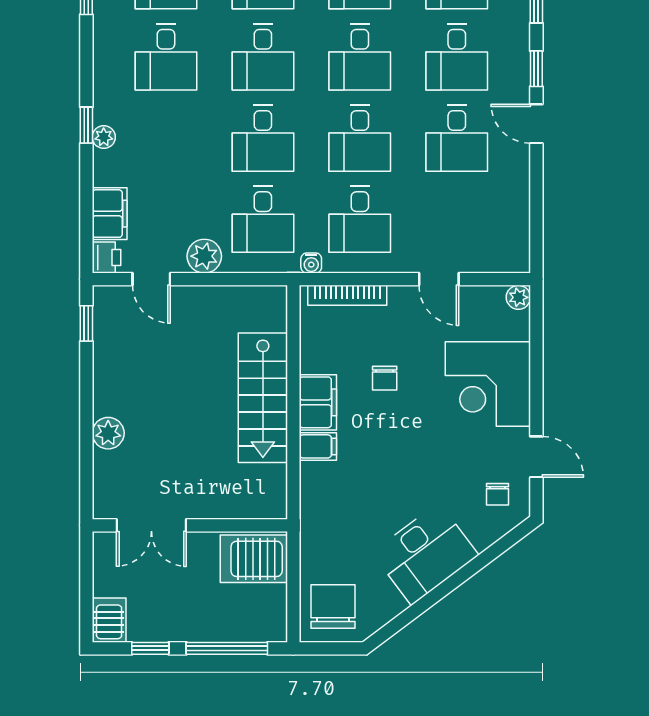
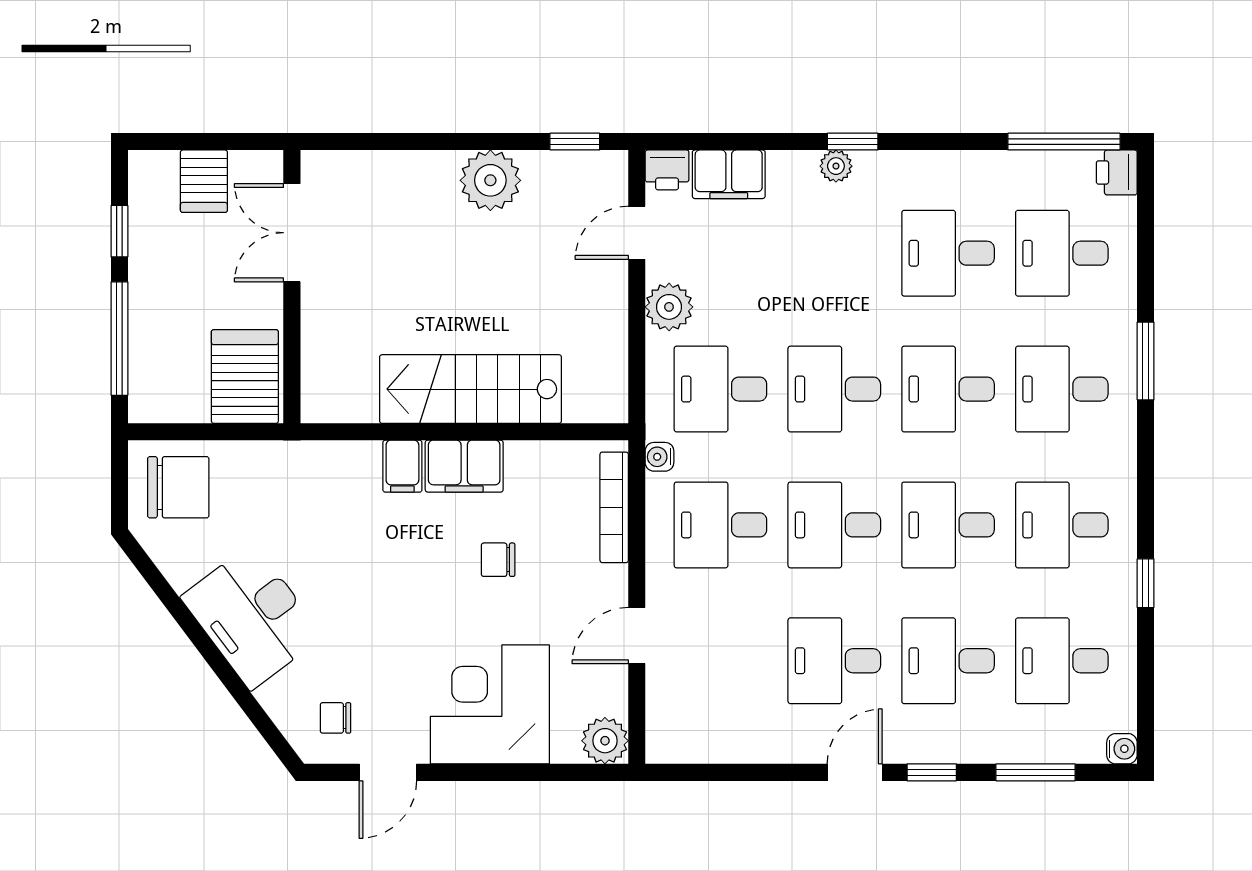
plant: (518, 297) -> (605, 741), width x1.38, depth x1.38
plant: (108, 433) -> (490, 180), moved, width x1.36, depth x1.36
server rack: (109, 620) -> (204, 181), moved, turned 90

